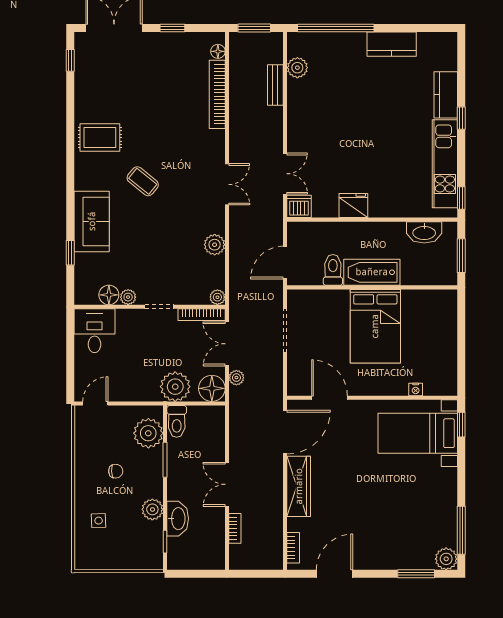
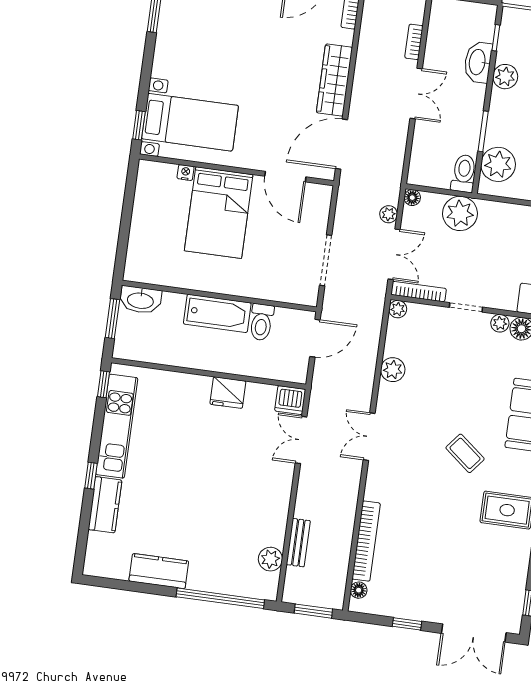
washbasin: (424, 232) -> (141, 300), moved, turned 180
bed: (375, 326) -> (219, 213), moved, turned 180
floor lamp: (212, 388) -> (412, 198), width x0.53, depth x0.53

